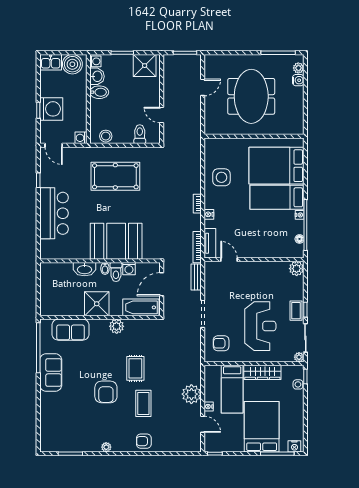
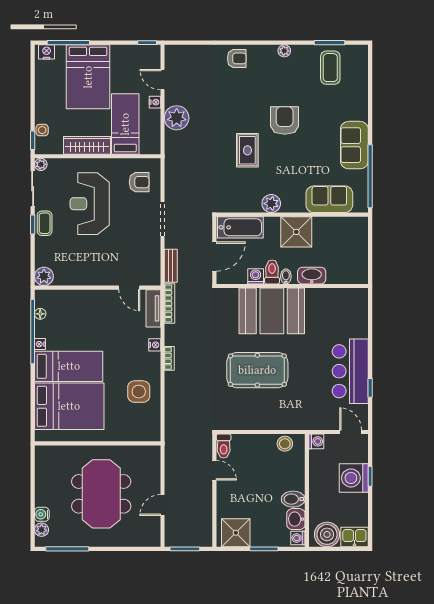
toilet: (140, 134) -> (224, 446), moved
pool table: (115, 176) -> (257, 370), moved
bar counter: (54, 213) -> (350, 371), moved
coffee table: (143, 403) -> (330, 68), moved

